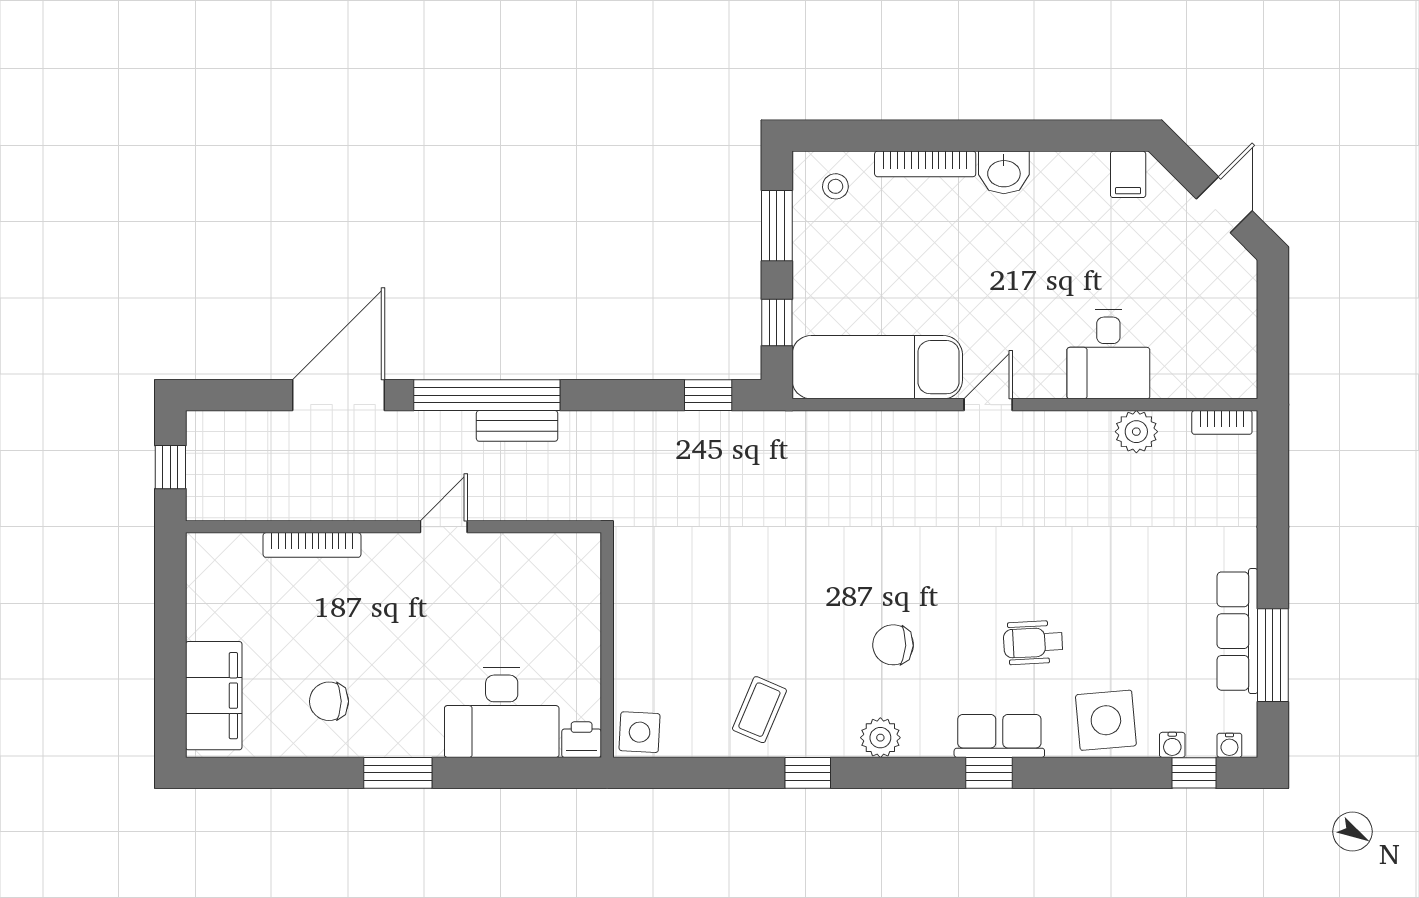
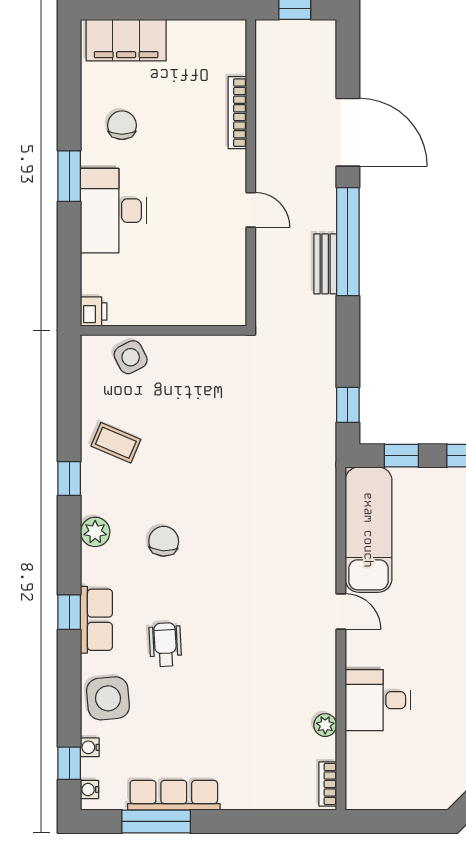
plant: (1136, 432) -> (325, 725), width x0.73, depth x0.73
desk: (502, 713) -> (114, 211), moved
side table: (640, 732) -> (131, 357), moved, turned -30

